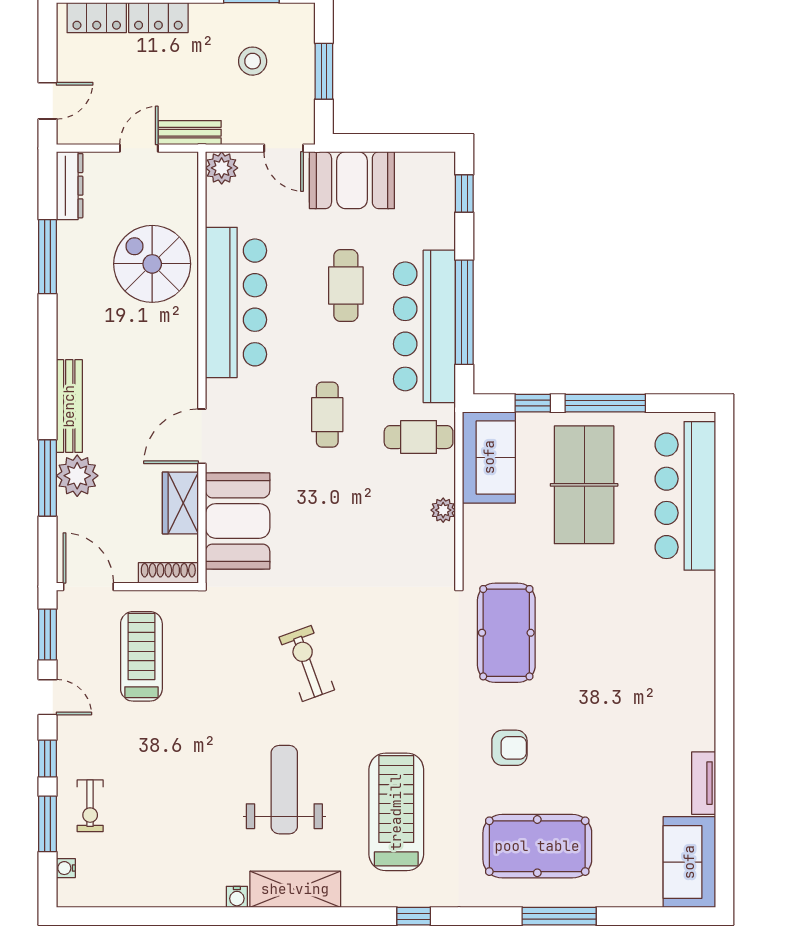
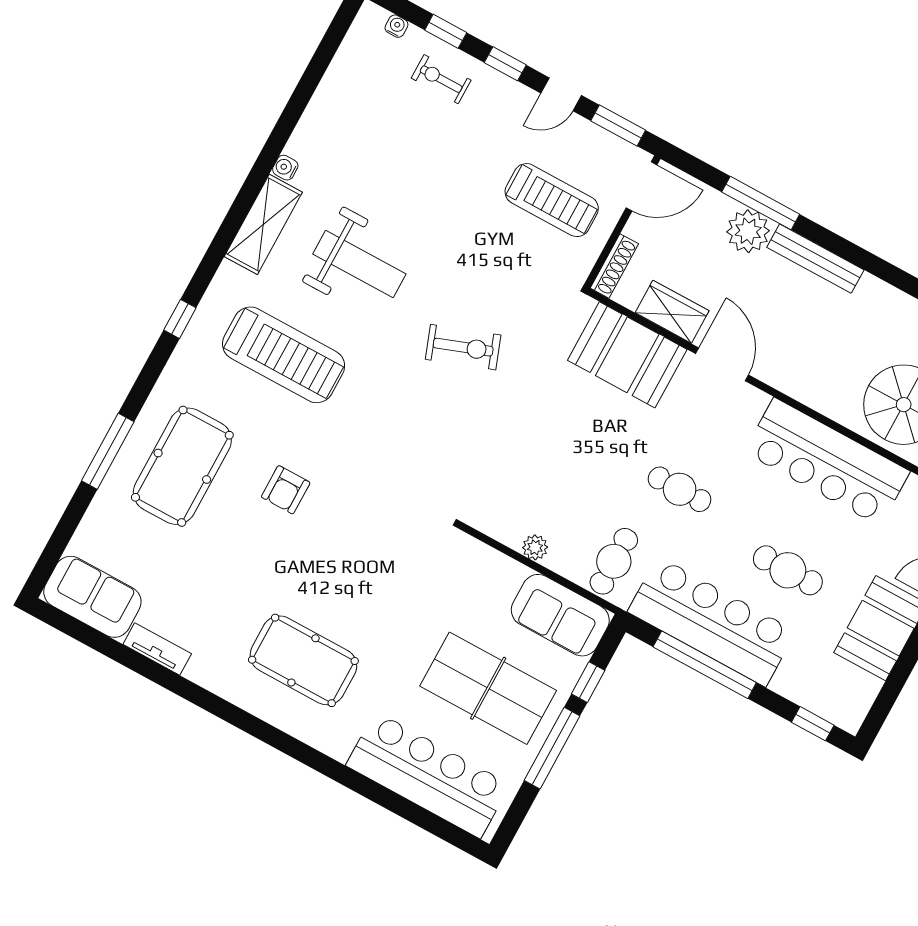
pool table: (506, 633) -> (303, 660), moved
window: (48, 824) -> (446, 31), width x0.67

